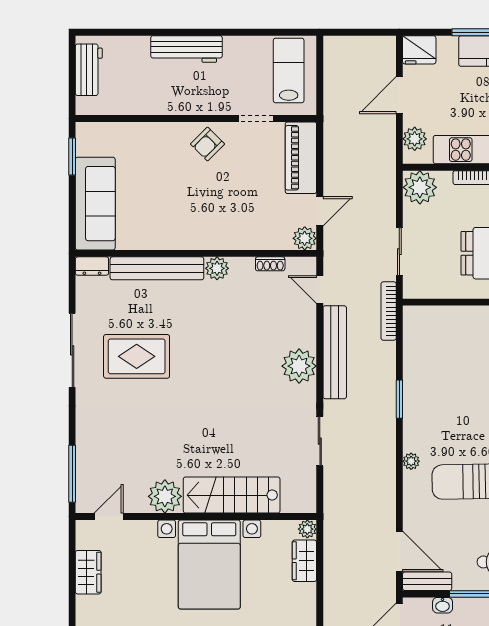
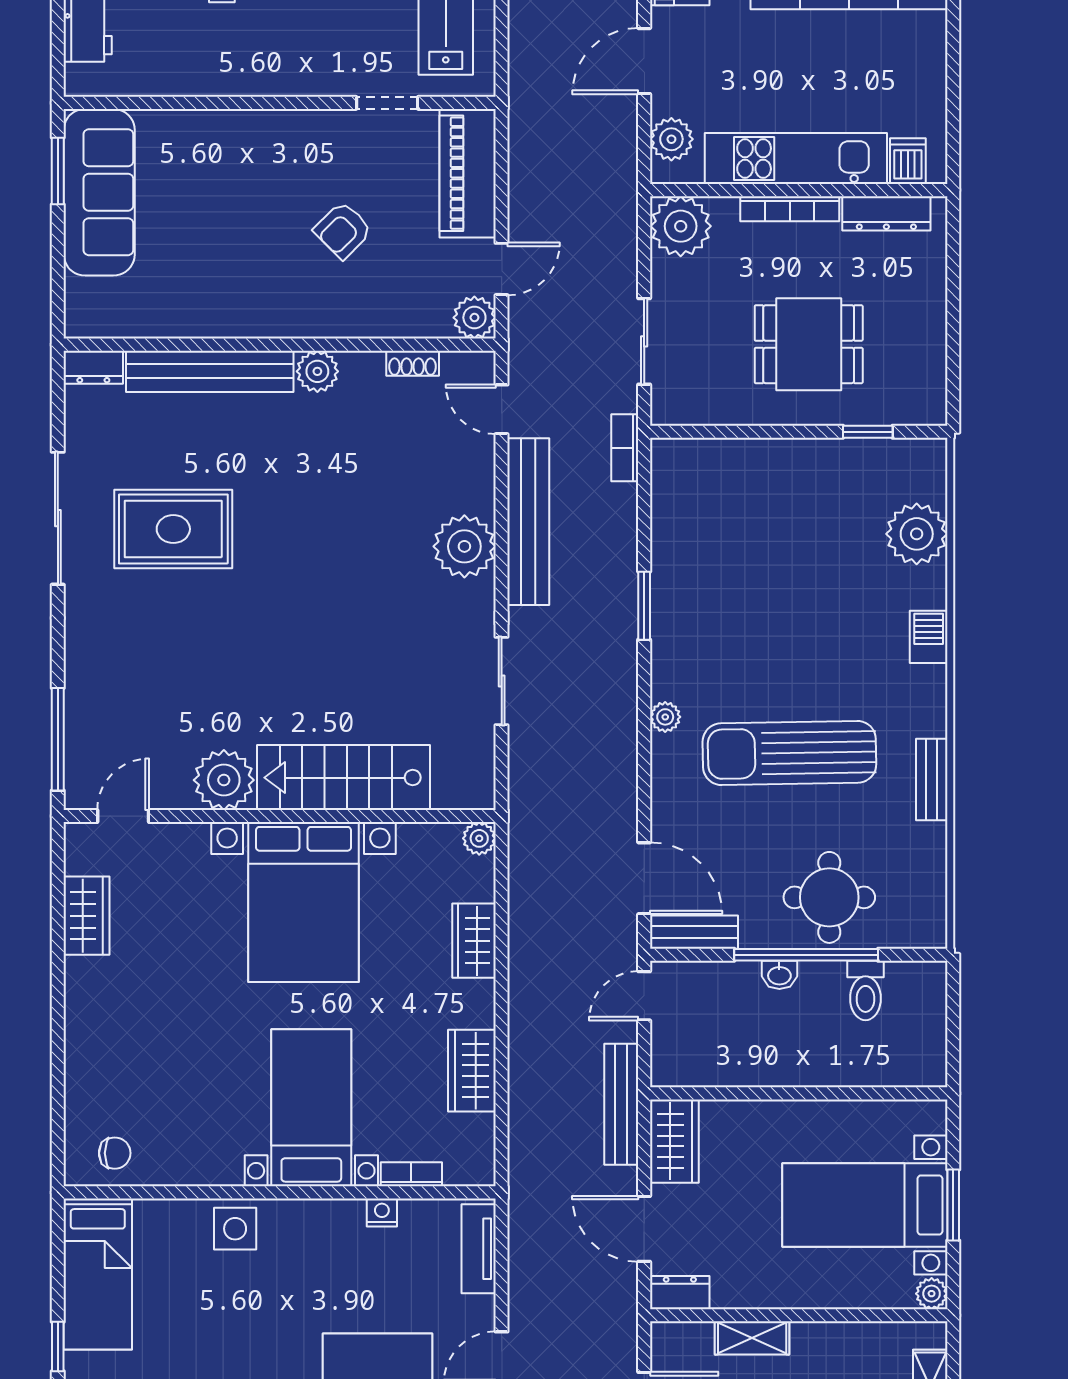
armchair: (208, 144) -> (343, 230), moved
sofa: (95, 204) -> (99, 192), moved
bookcase: (389, 311) -> (625, 448), width x0.64
wardrobe: (304, 561) -> (474, 941), moved
washbasin: (443, 605) -> (779, 975), moved

